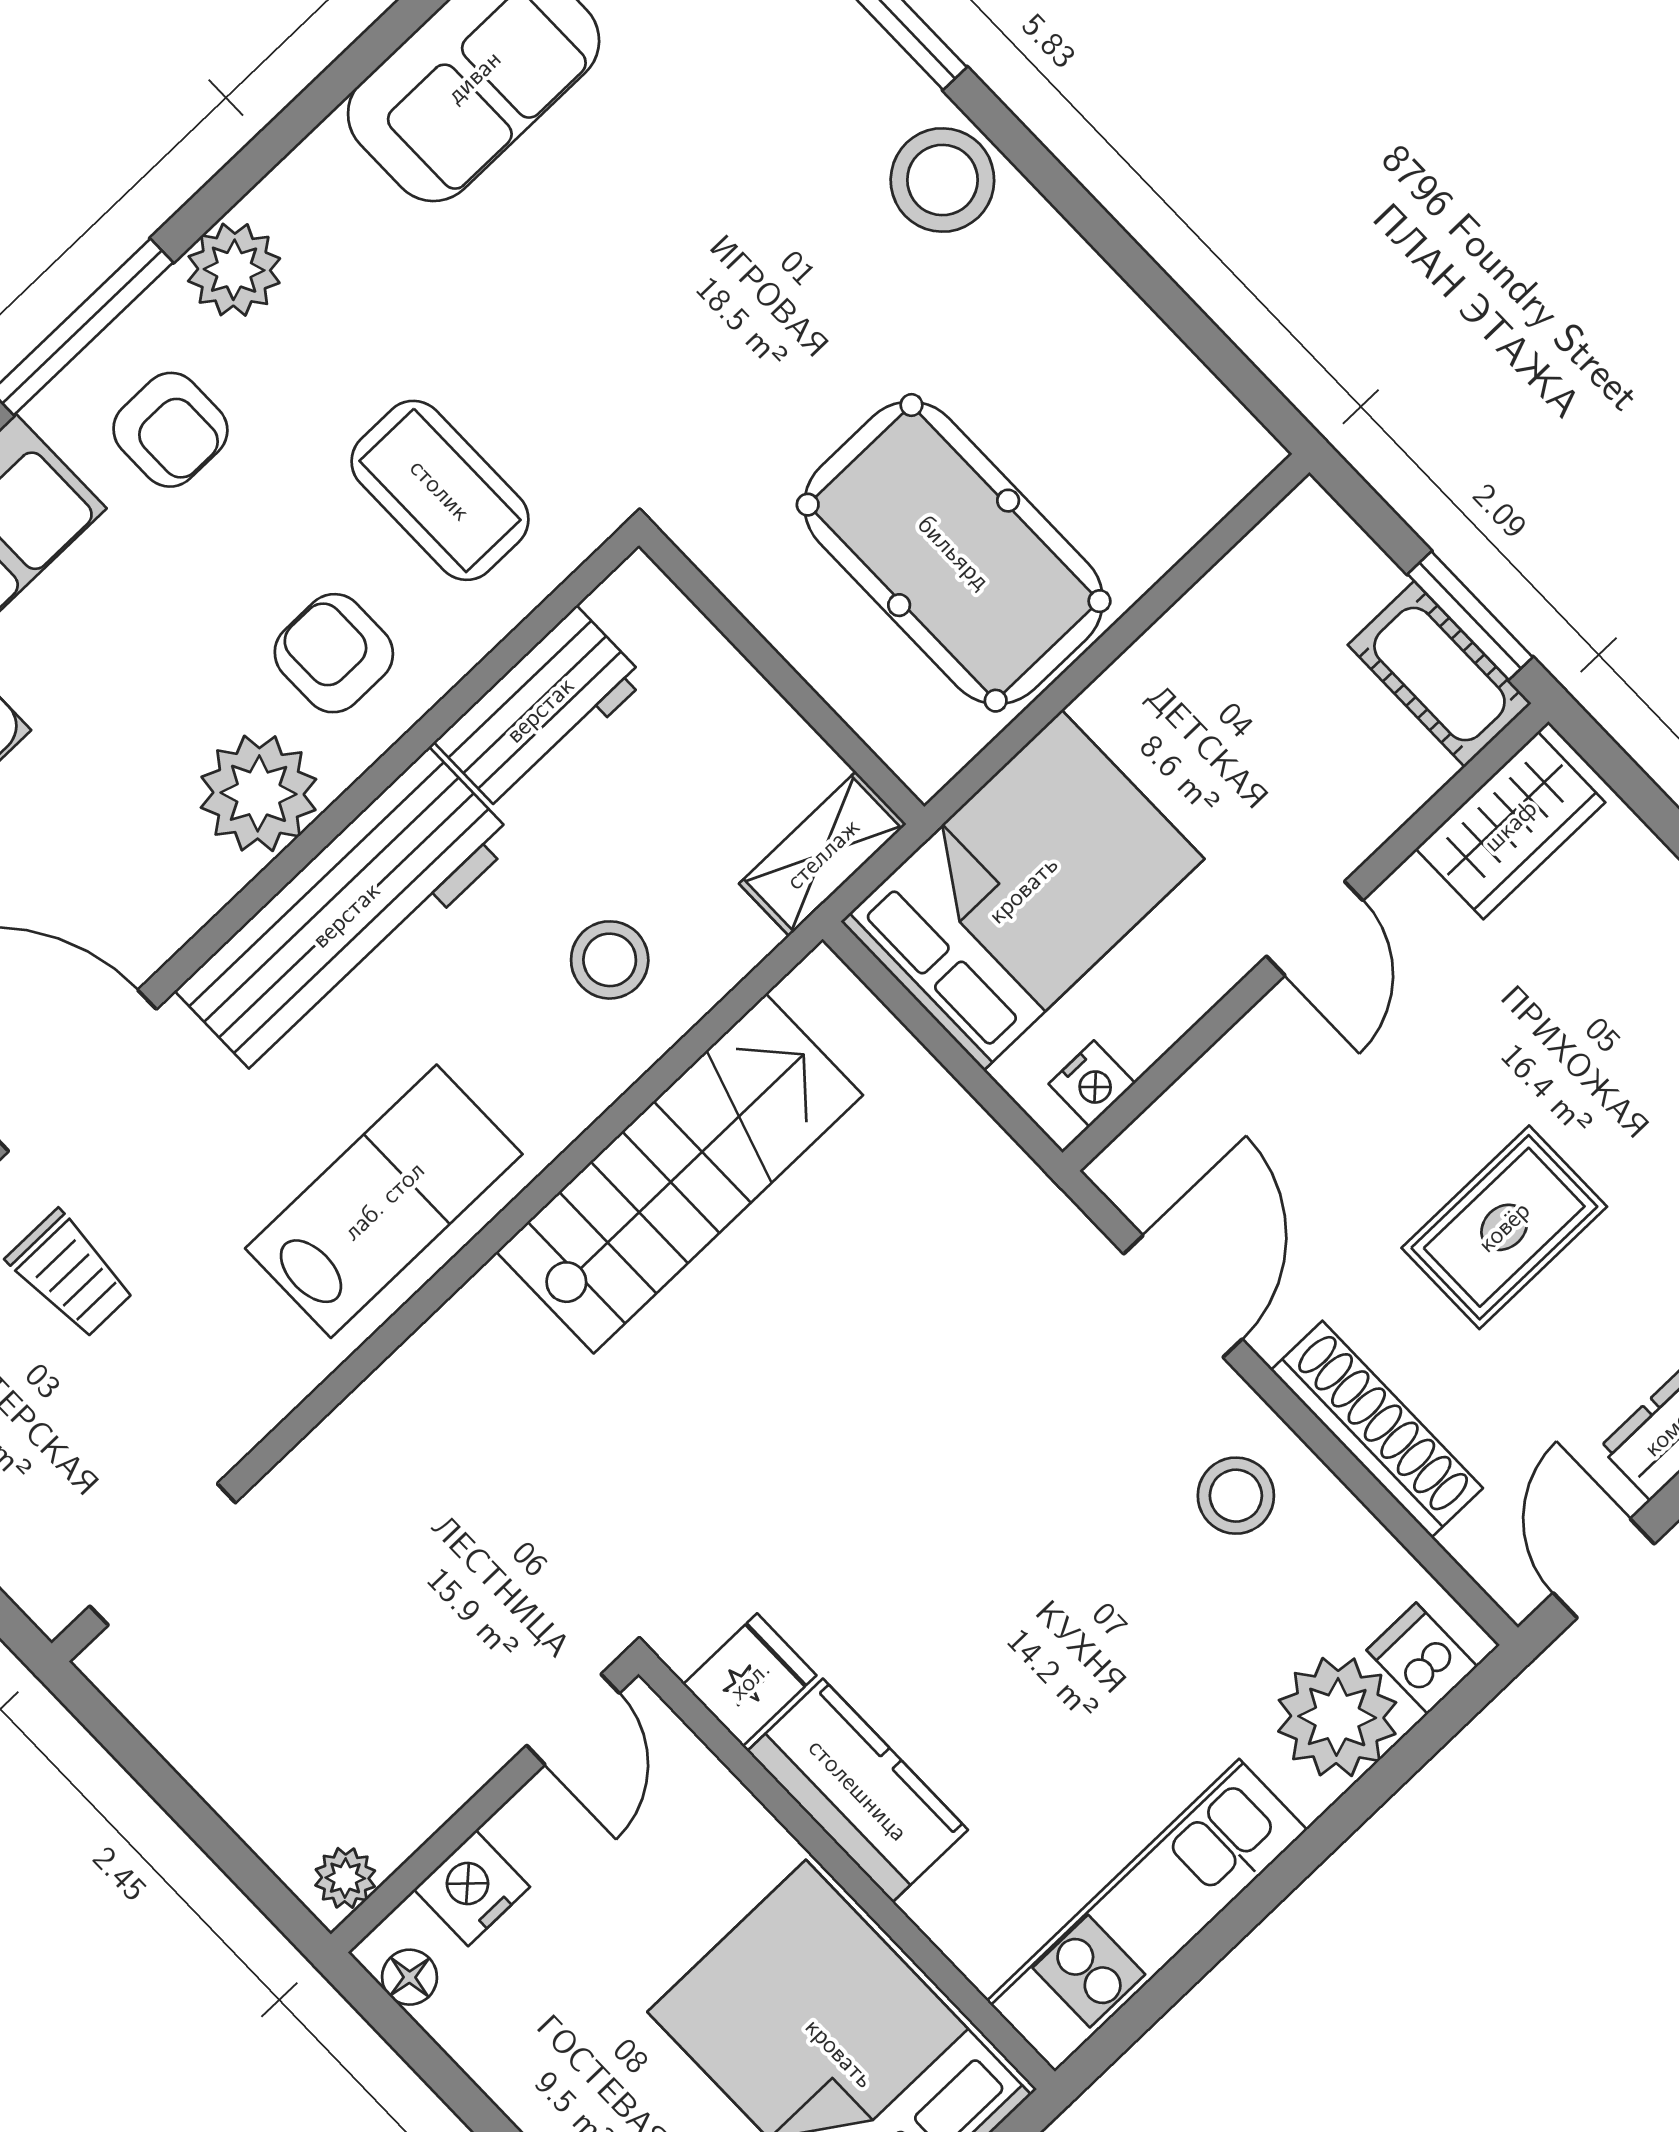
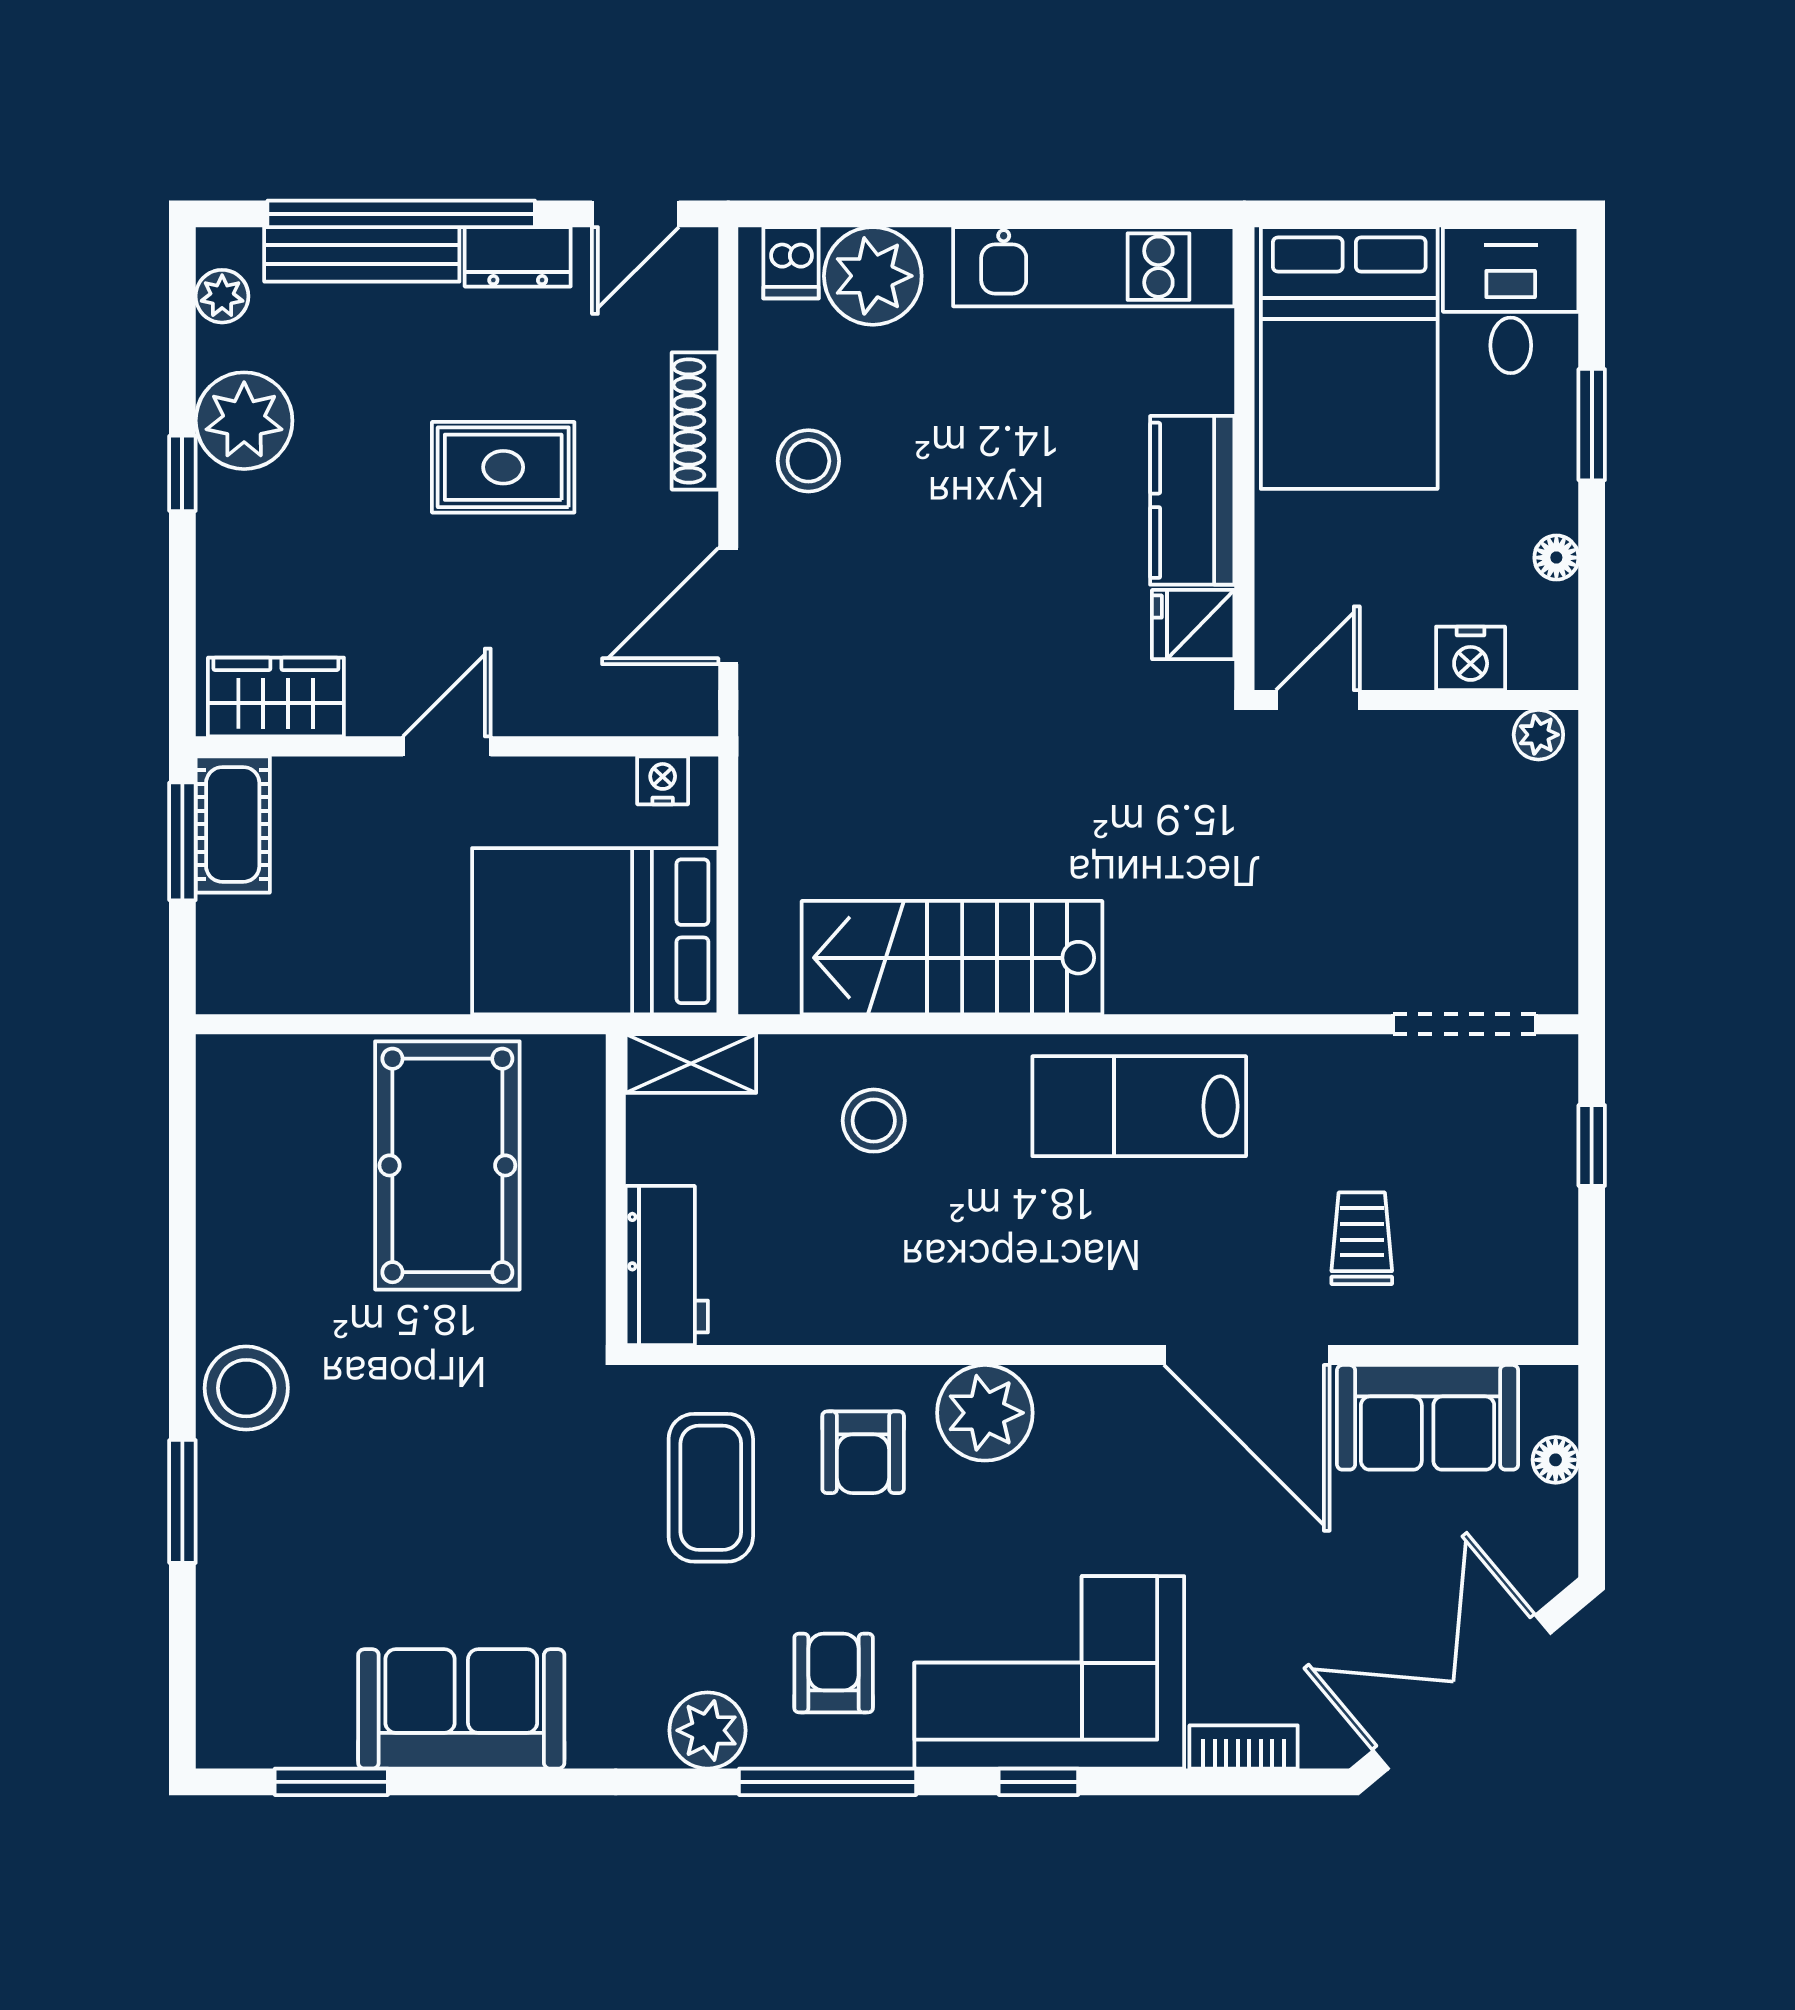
workbench: (540, 710) -> (667, 1266), moved, turned 90
workbench: (346, 915) -> (1002, 1293), removed
shoe rack: (1377, 1429) -> (695, 421), width x0.74, depth x0.81
floor lamp: (410, 1977) -> (1556, 558), moved

